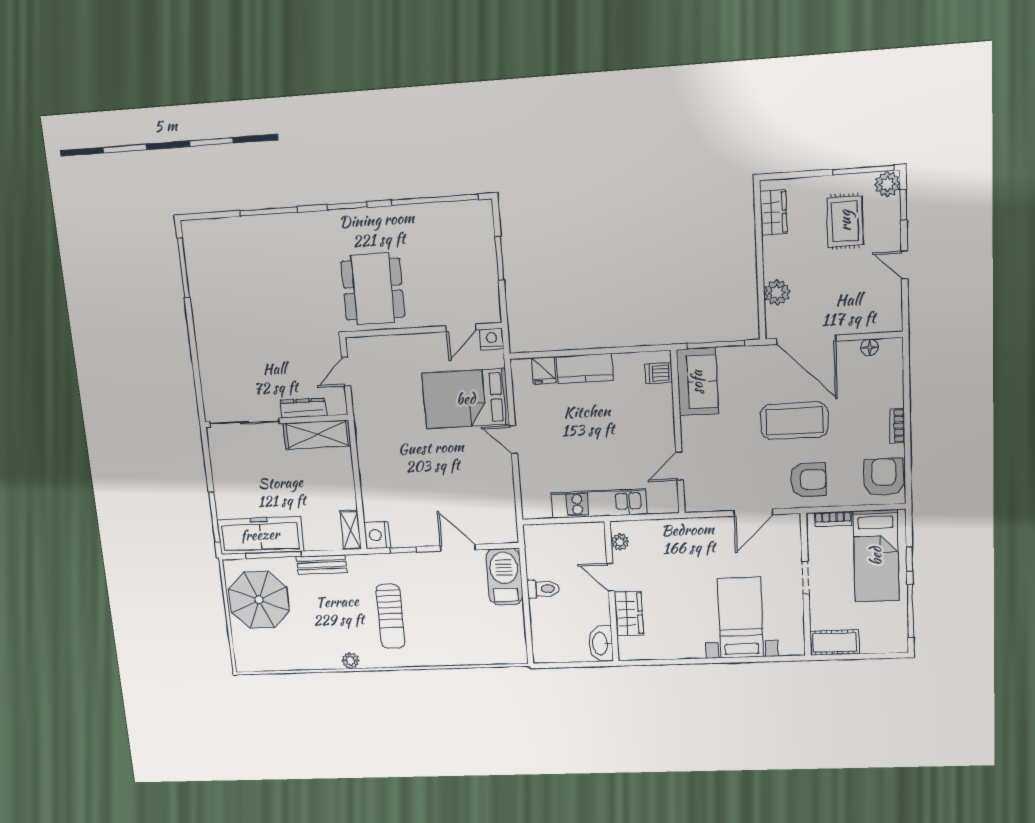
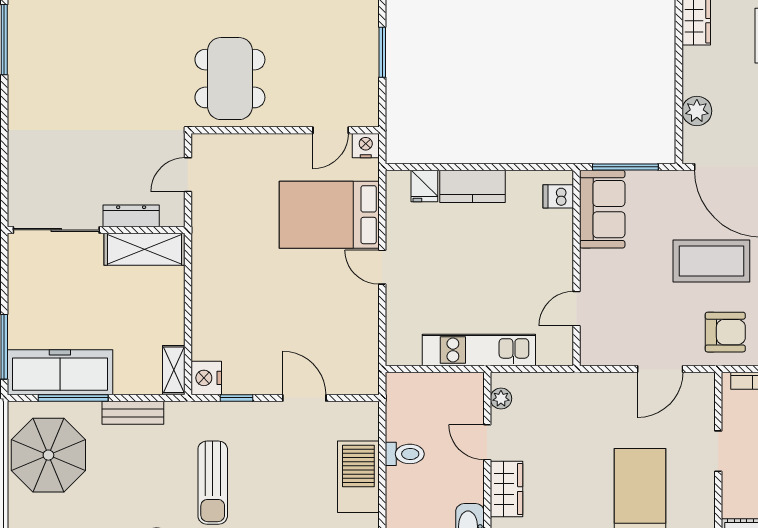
barbecue: (504, 577) -> (358, 477), moved

